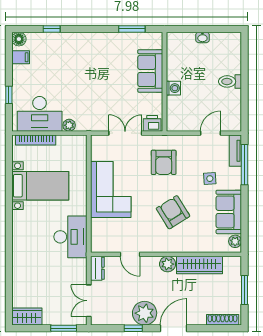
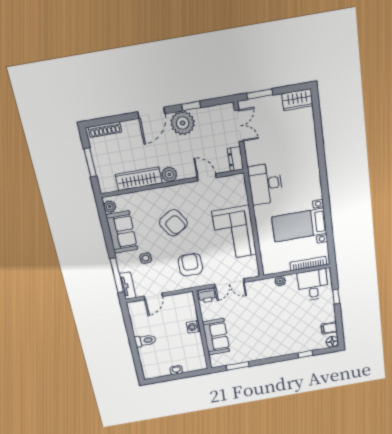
desk: (40, 114) -> (313, 285), width x0.73

